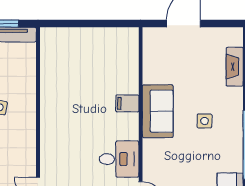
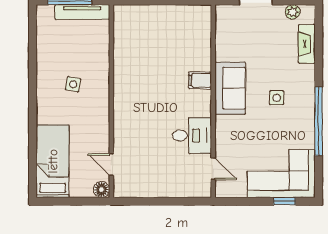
plant: (221, 34) -> (293, 12), added

